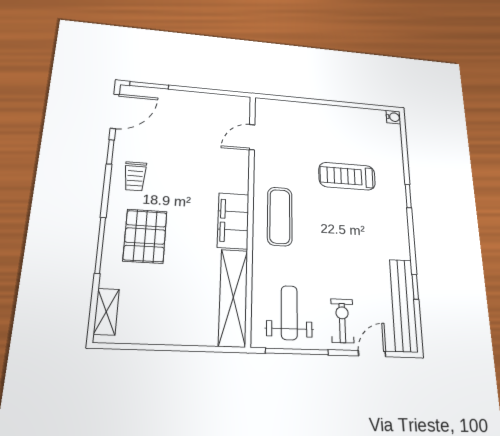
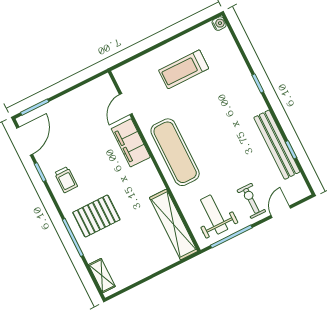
treadmill: (347, 176) -> (184, 69), moved
exercise mat: (280, 216) -> (175, 152), width x1.36, depth x1.45
filing cabinet: (233, 221) -> (131, 143), moved
pallet: (145, 236) -> (96, 216), turned 90
bench: (404, 305) -> (277, 145), moved

